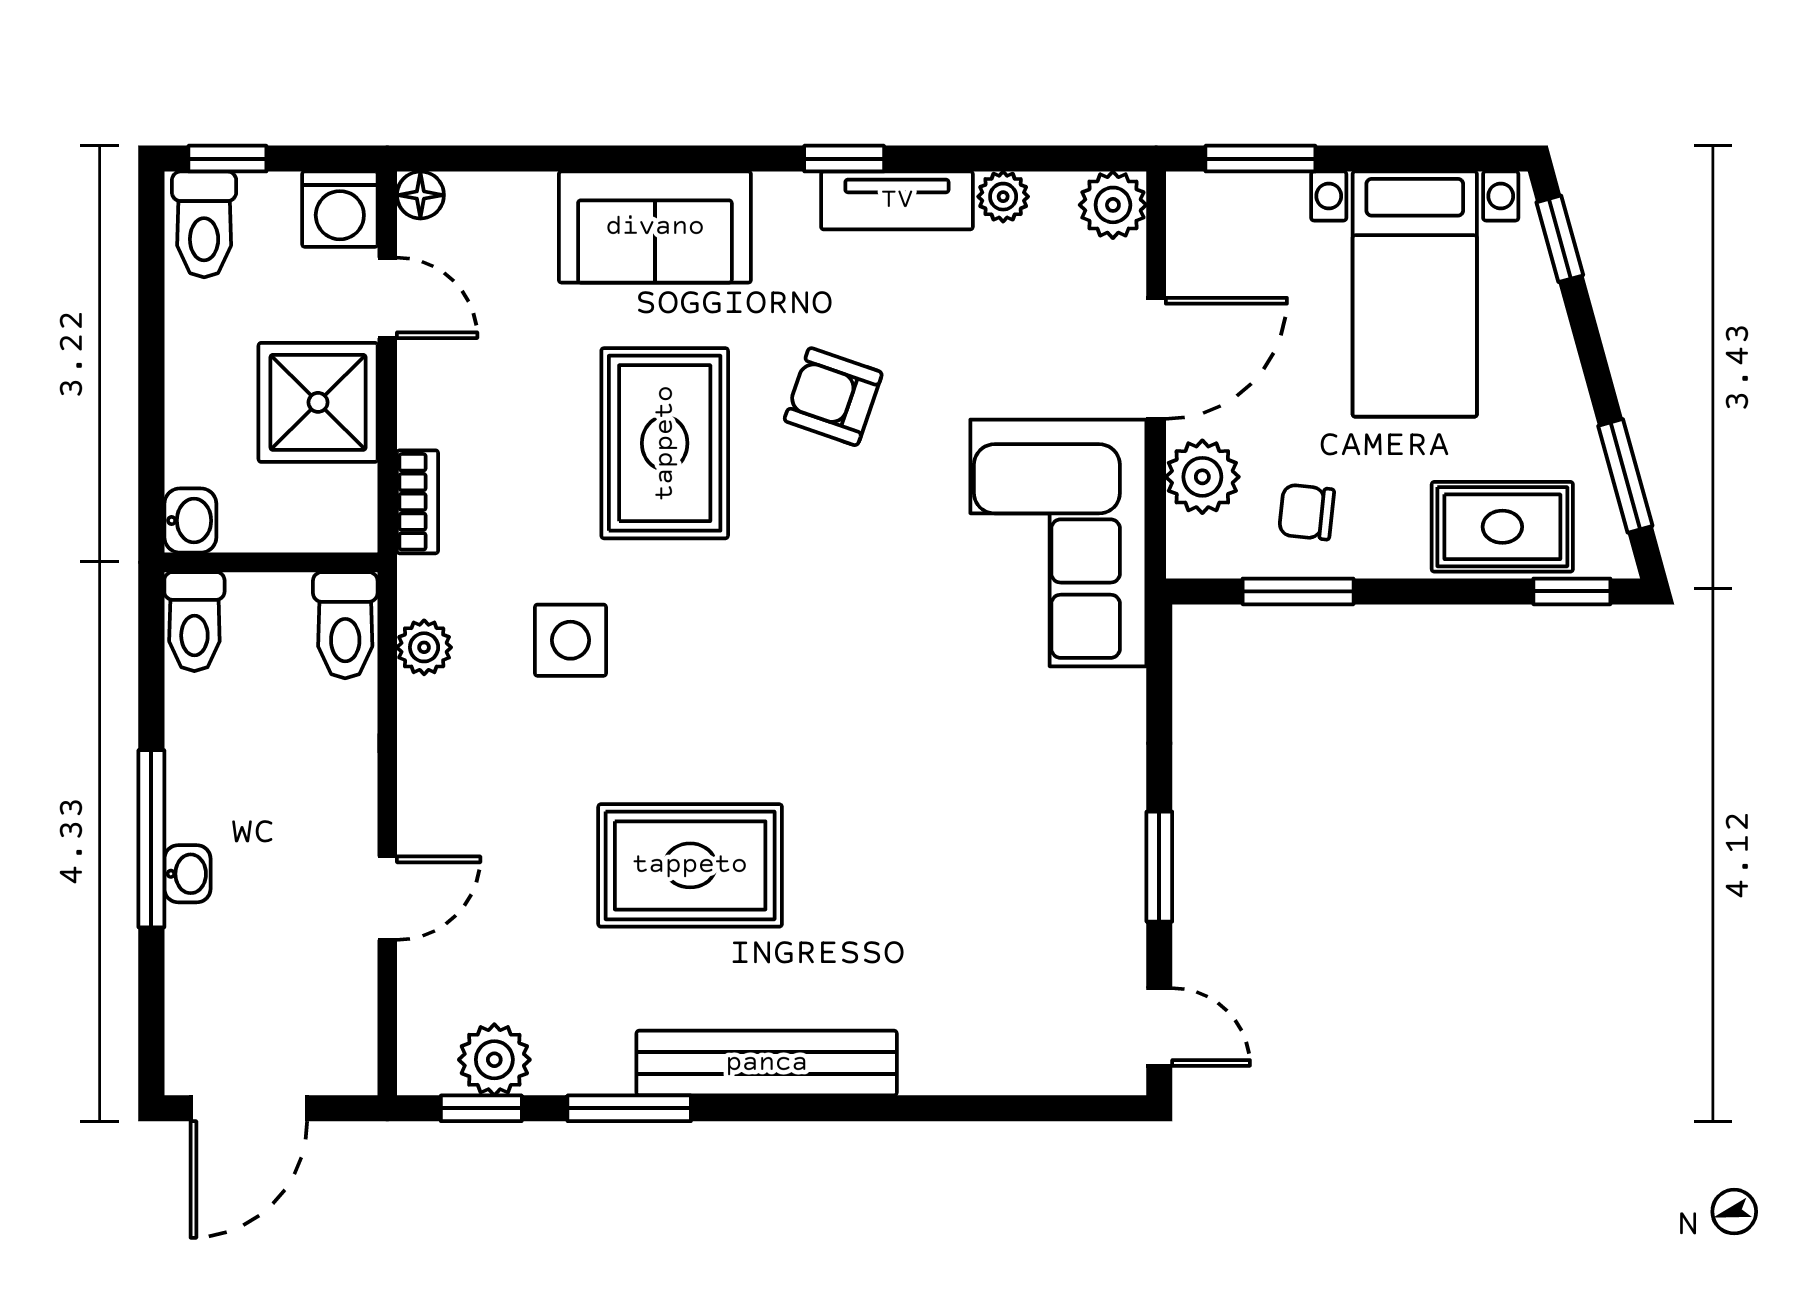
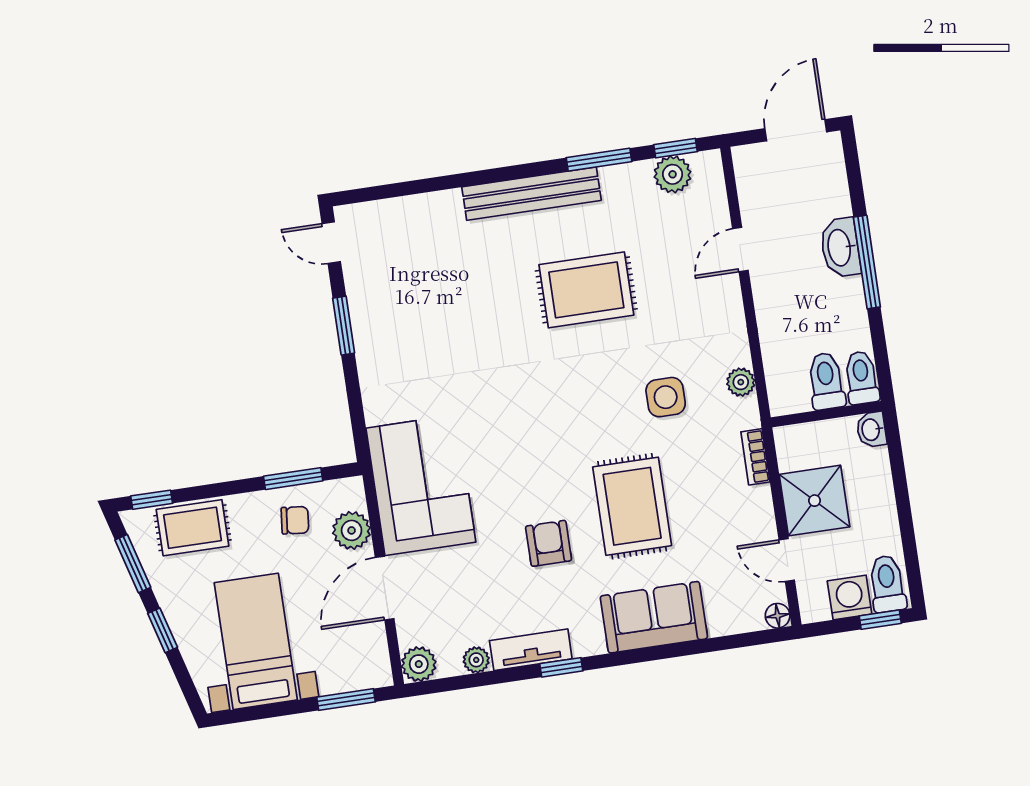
washing machine: (340, 209) -> (850, 597), moved
window: (1560, 239) -> (163, 630), moved
armchair: (833, 397) -> (549, 543), turned -109
toilet: (345, 625) -> (826, 381), moved
washbasin: (187, 874) -> (840, 248), width x1.91, depth x1.45

